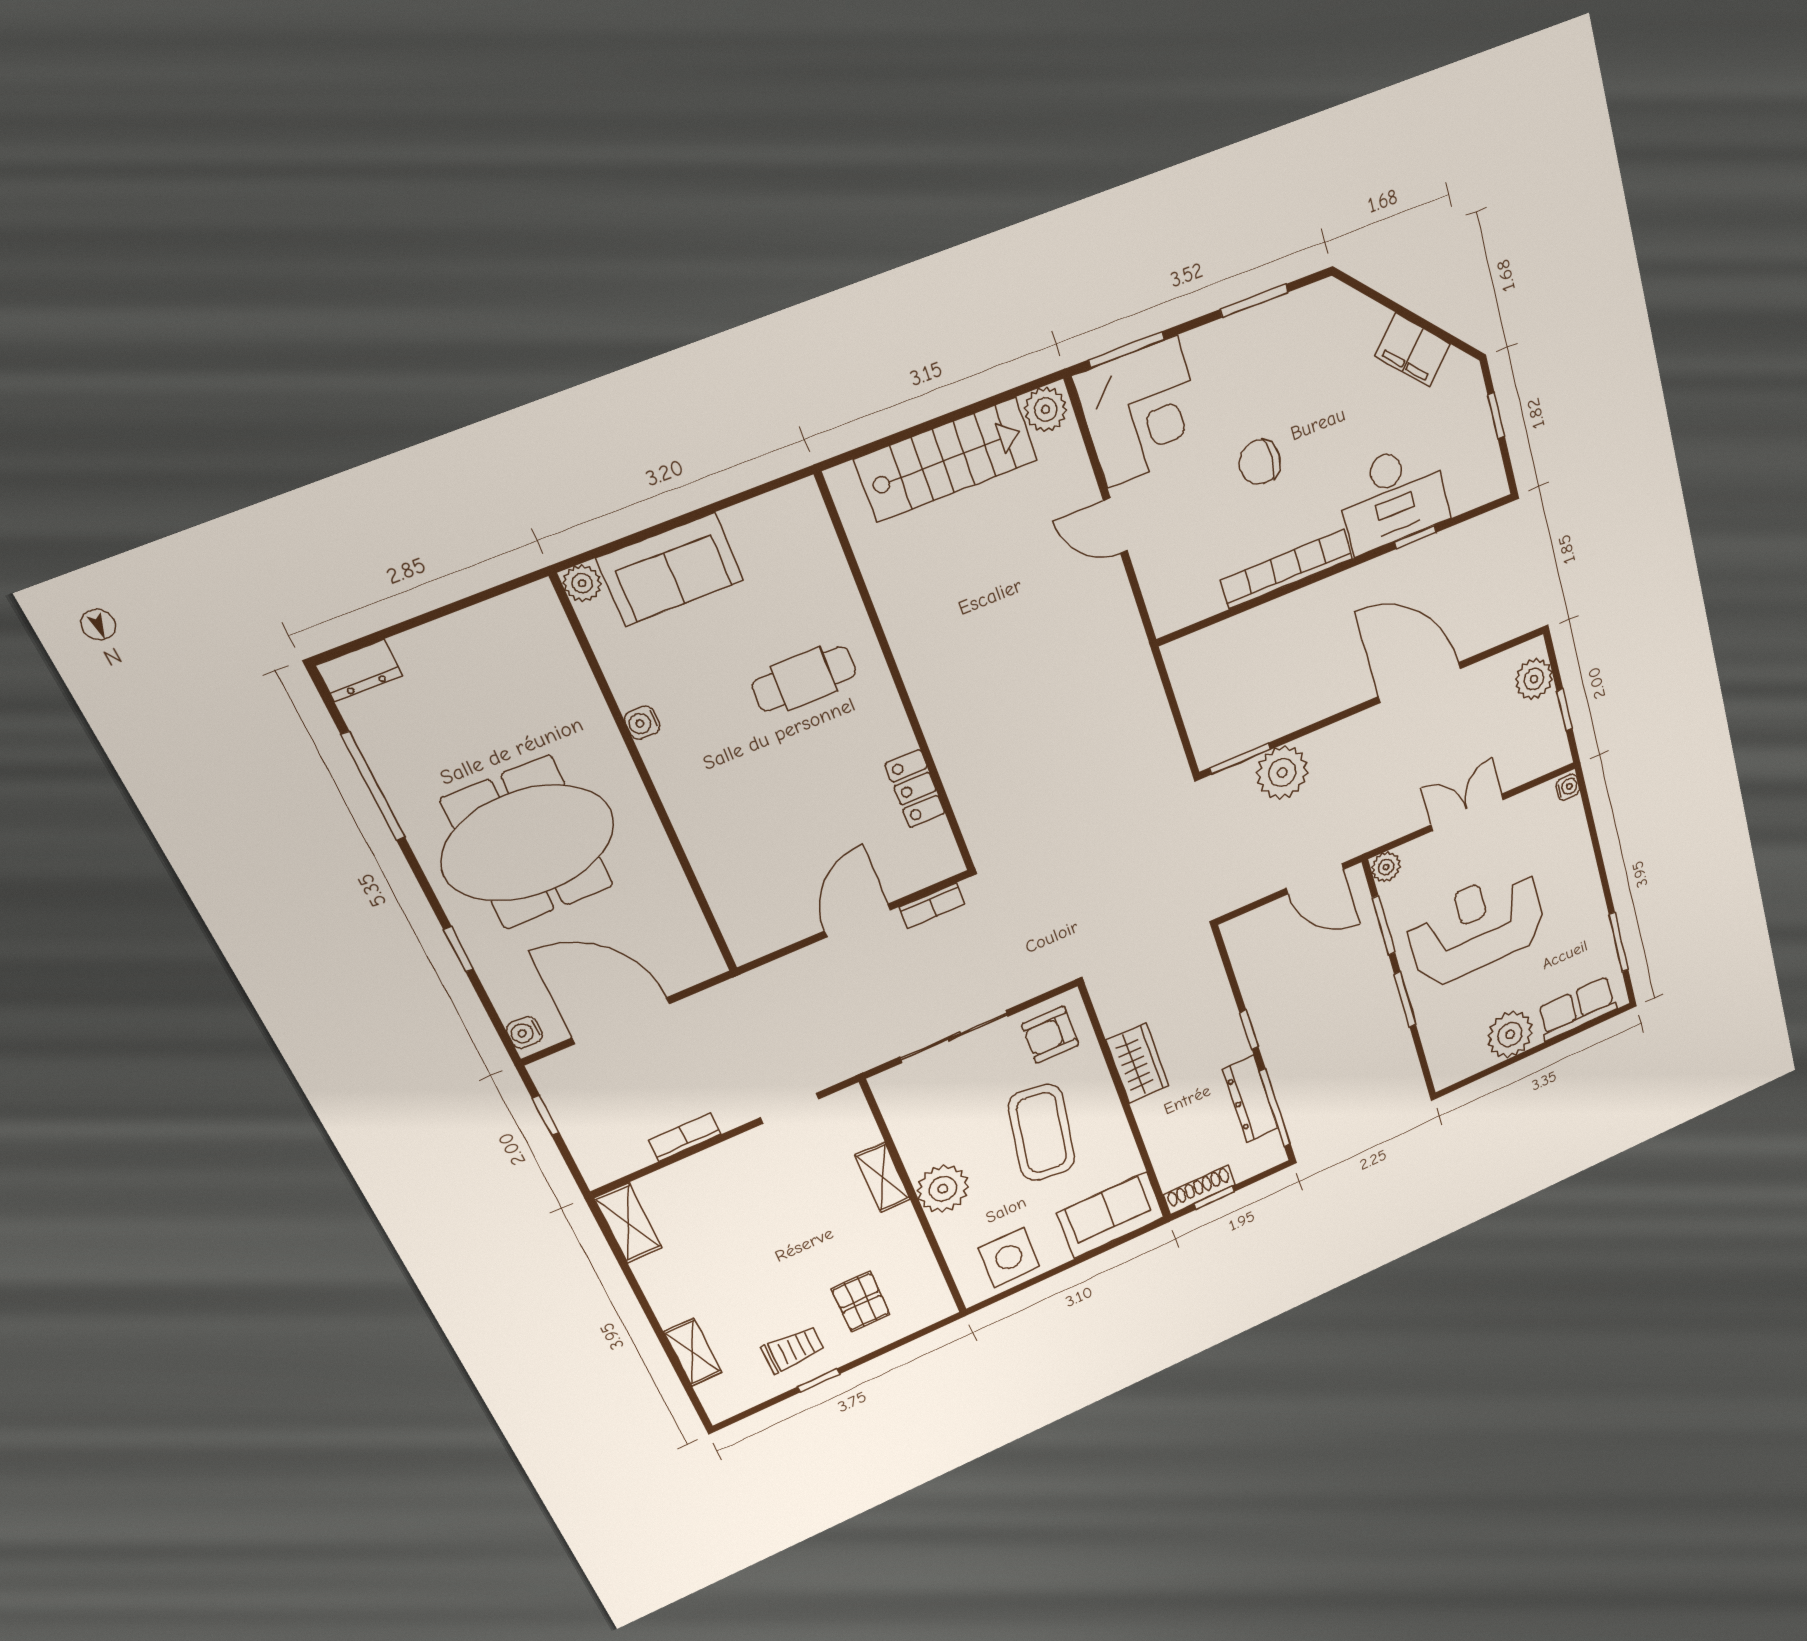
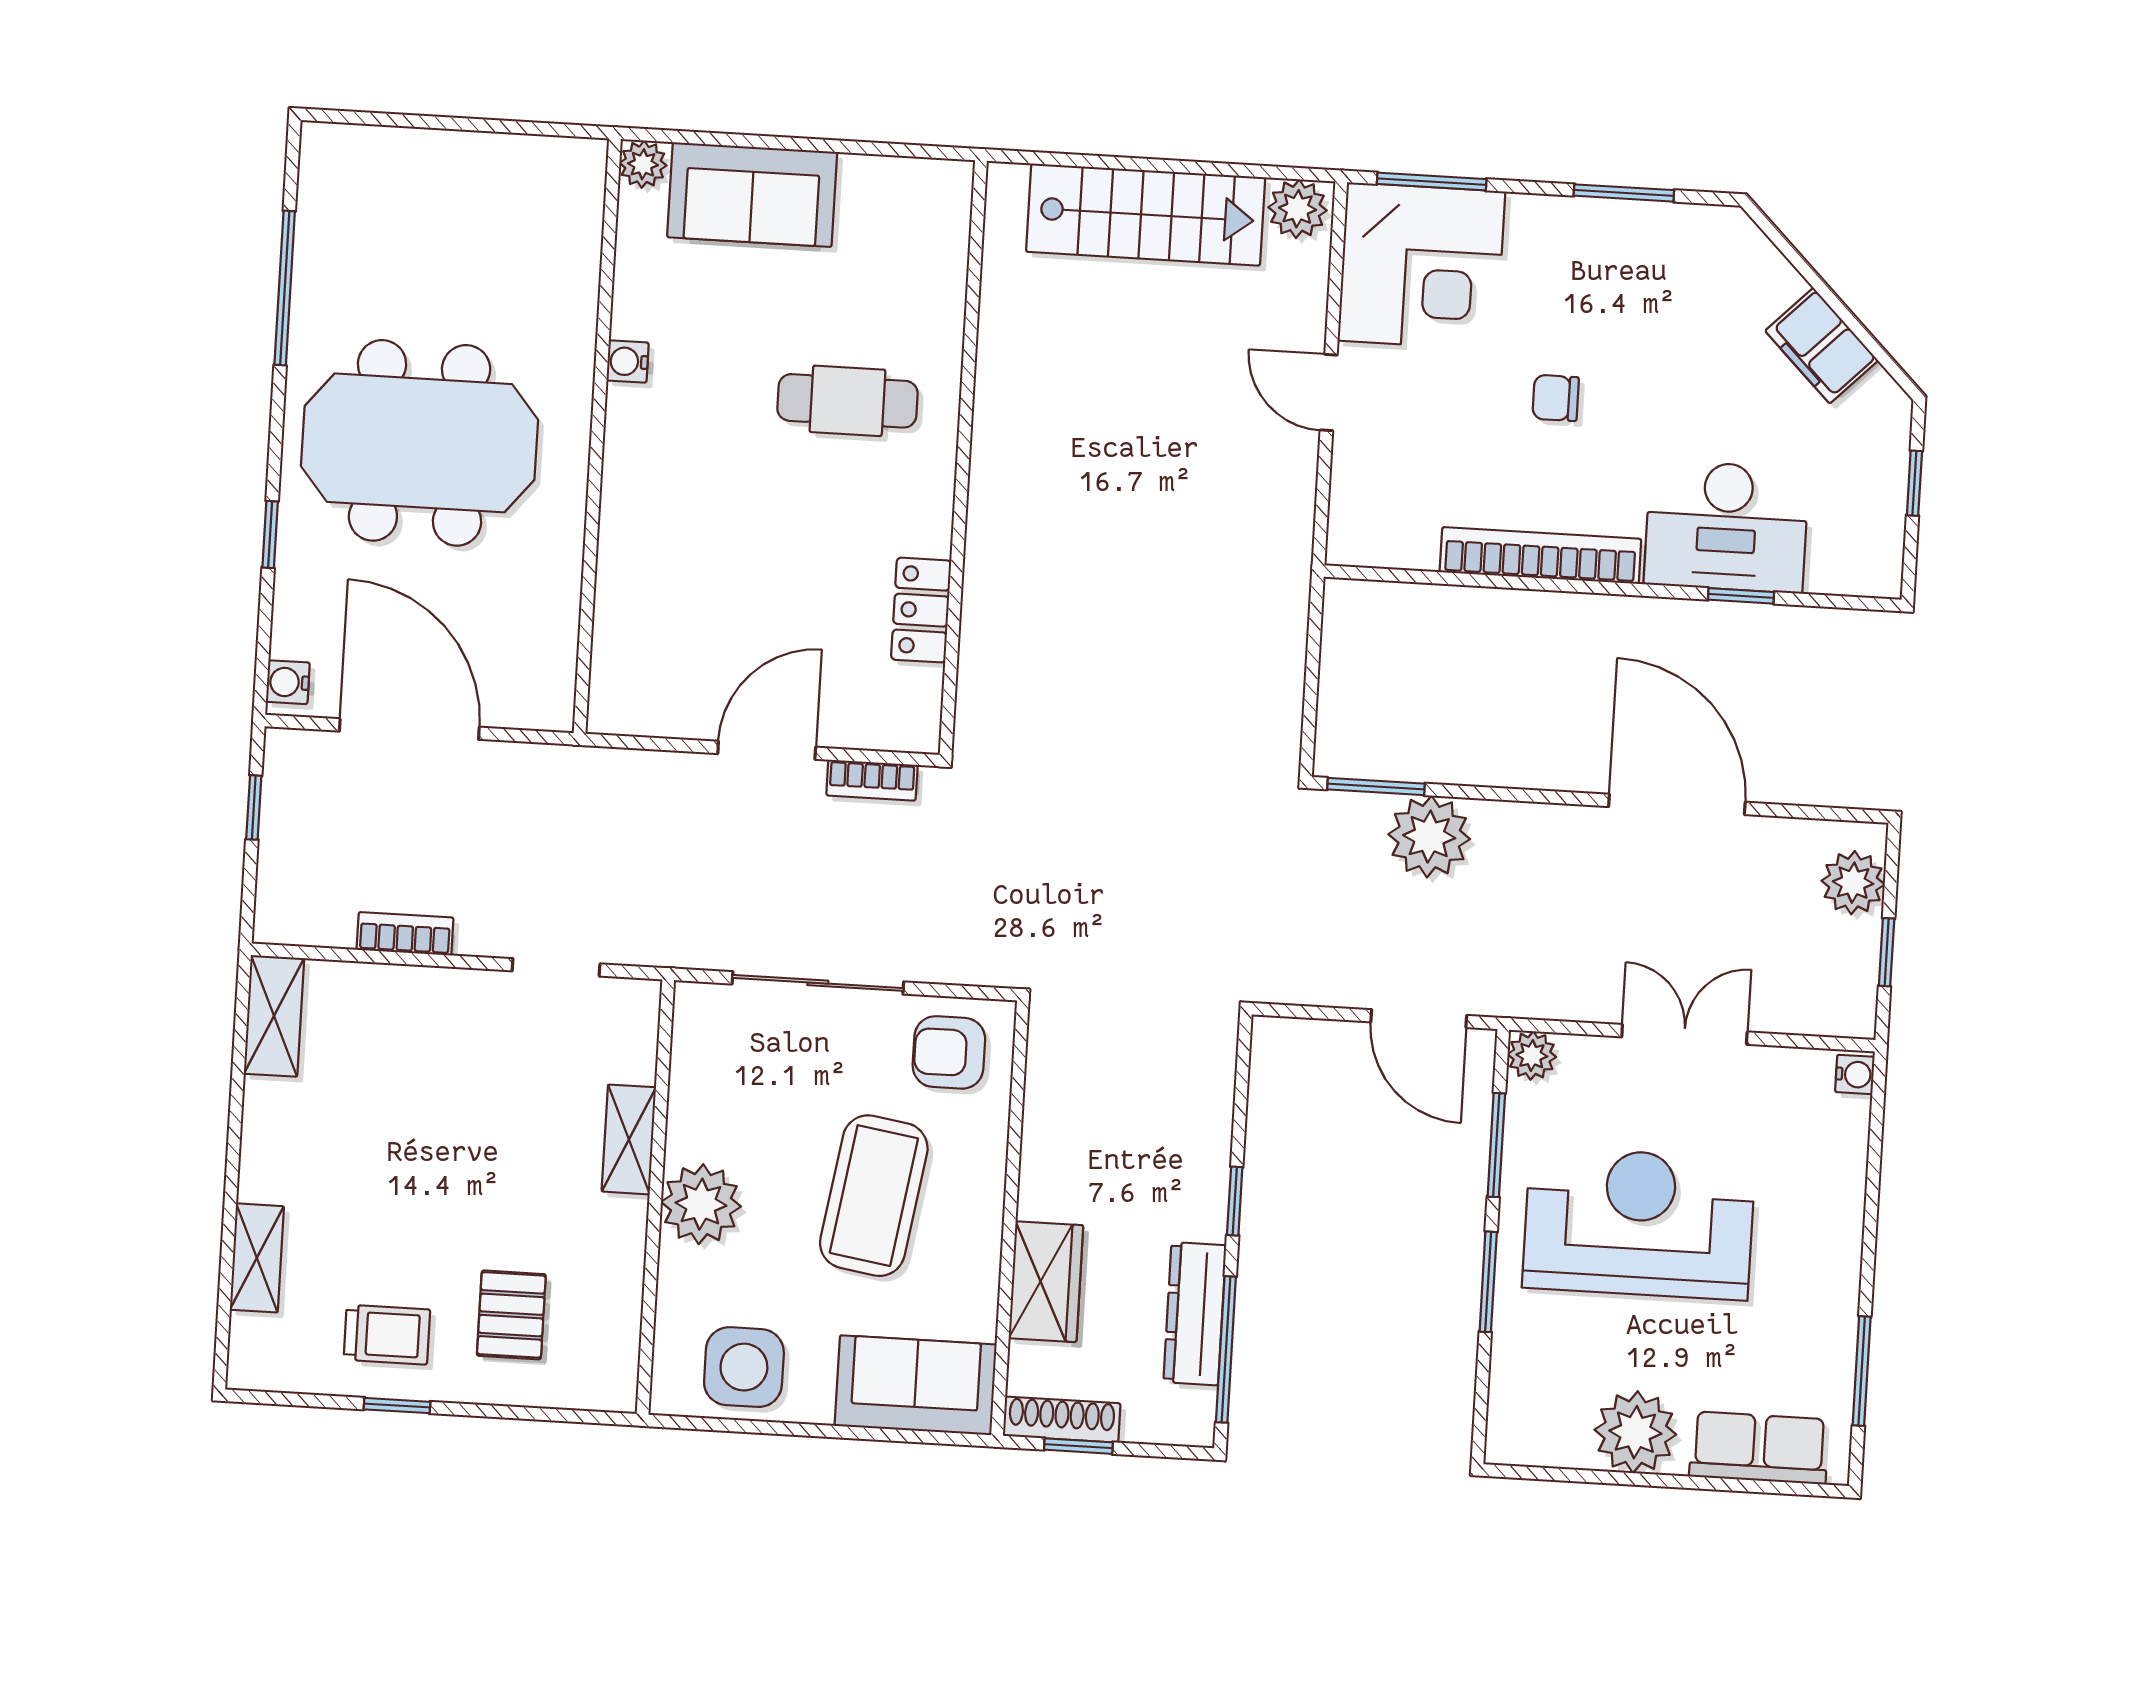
chair: (1260, 462) -> (1556, 398), width x0.73, depth x0.73
dresser: (359, 671) -> (344, 148), removed
wardrobe: (1137, 1063) -> (1046, 1282), moved

